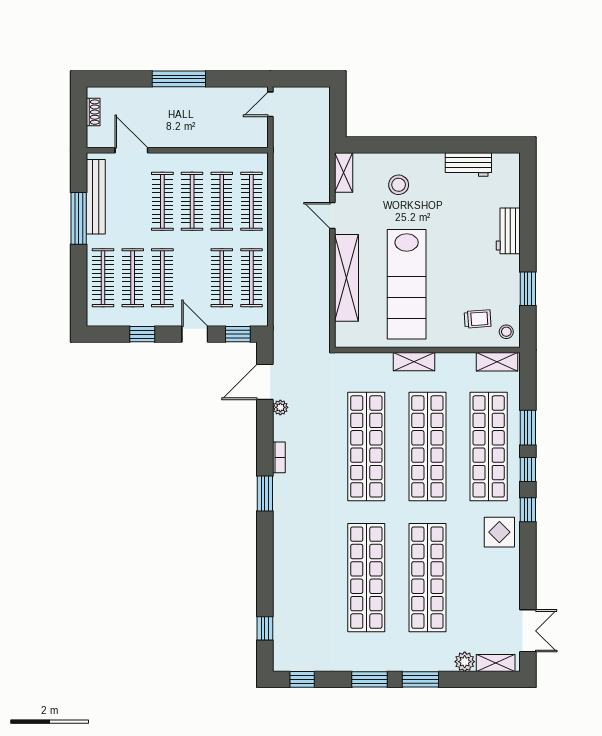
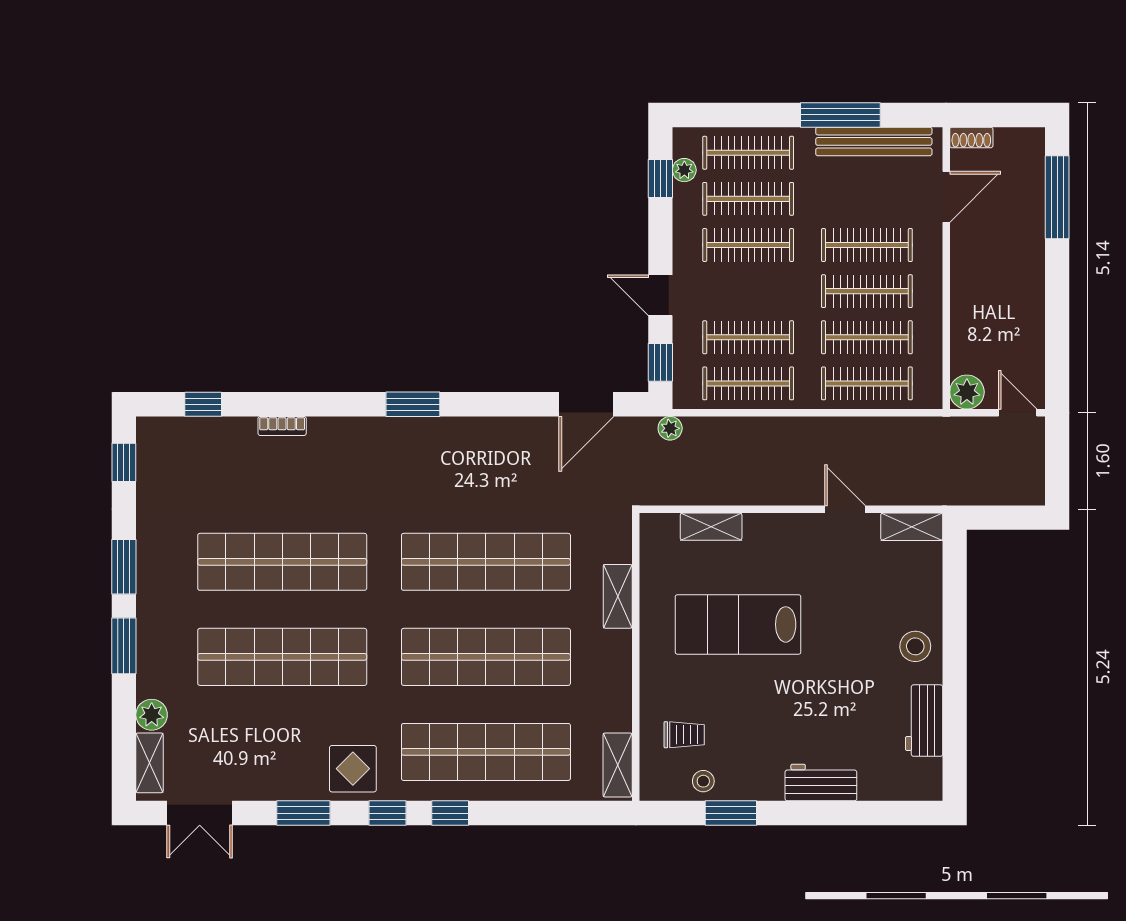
window: (179, 79) -> (1057, 197), moved
shoe rack: (93, 112) -> (971, 137), moved
plant: (257, 137) -> (967, 392), added
stool: (399, 185) -> (915, 646), moved
door: (332, 215) -> (845, 509), hinge flipped
shelving: (347, 278) -> (711, 527), width x0.45, depth x0.75
lab bench: (407, 284) -> (738, 624), width x0.73
plant: (114, 319) -> (684, 170), added
trolley: (478, 319) -> (684, 735), turned -86
stool: (506, 332) -> (703, 781), moved
window: (142, 334) -> (660, 178), moved
door: (195, 334) -> (660, 295), swing flipped
shelving: (414, 362) -> (618, 596), moved
door: (265, 382) -> (586, 404), swing flipped
plant: (280, 407) -> (670, 428), moved
window: (528, 428) -> (303, 813), moved
bookcase: (279, 457) -> (282, 426), moved

